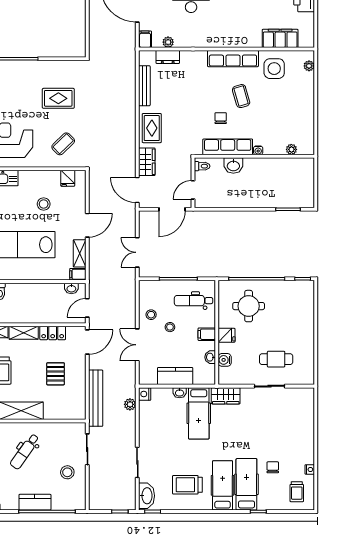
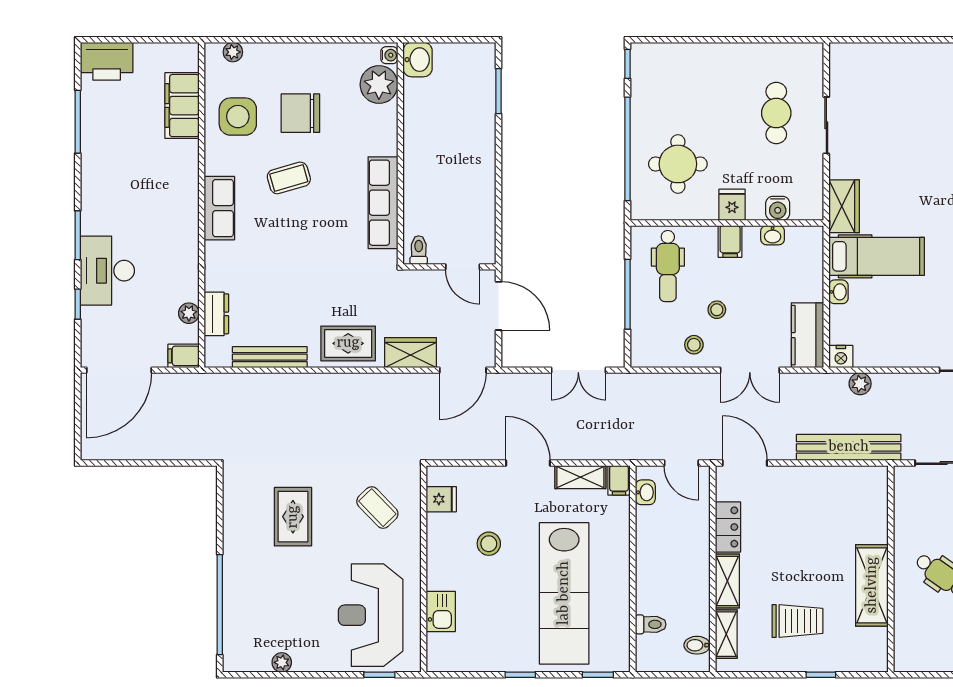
row of seats: (233, 59) -> (219, 208), width x0.68
chair: (221, 118) -> (300, 113), moved, width x1.87, depth x1.87
plant: (291, 149) -> (379, 85), width x1.88, depth x1.88
water cooler: (258, 150) -> (389, 55), moved
washbasin: (233, 166) -> (418, 60), moved
pallet: (56, 374) -> (803, 522), removed
kitchen counter: (175, 376) -> (807, 335), moved

